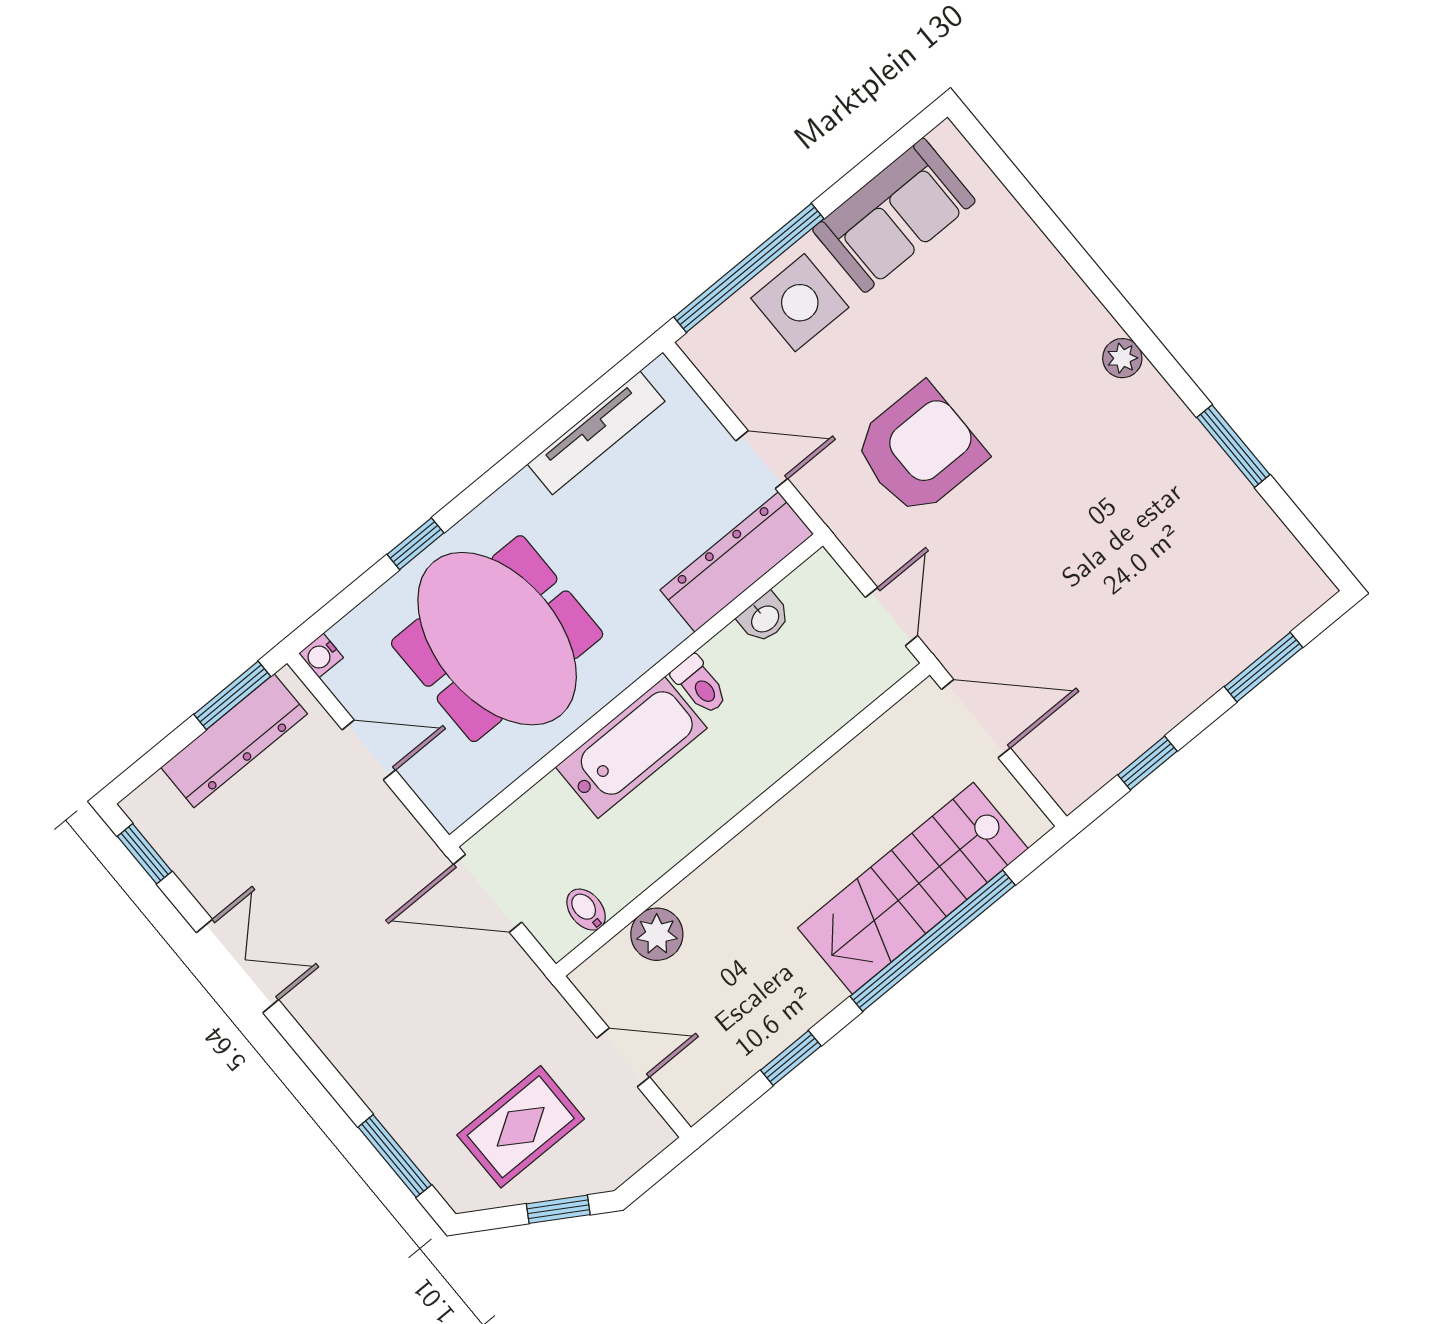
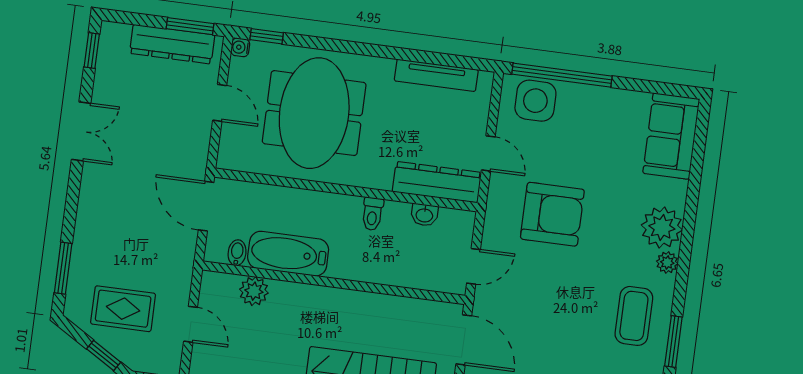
sofa: (894, 215) -> (671, 136), moved, turned 90
side table: (800, 303) -> (535, 101), moved
plant: (1070, 323) -> (662, 227), added
coffee table: (1152, 467) -> (634, 316), added
window: (416, 544) -> (267, 36), moved
bathtub: (631, 748) -> (288, 254), moved, turned 180

